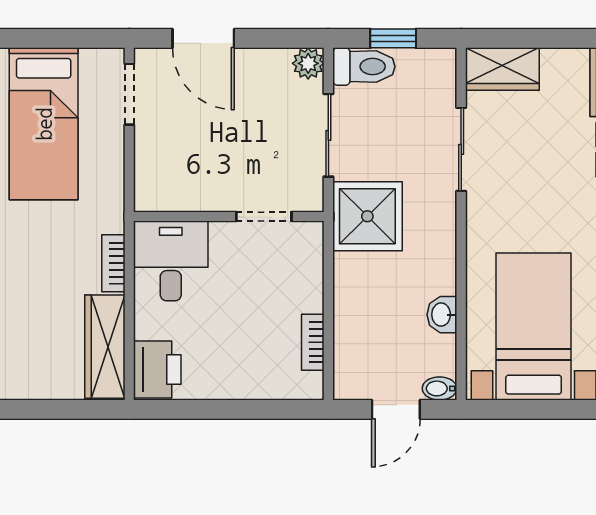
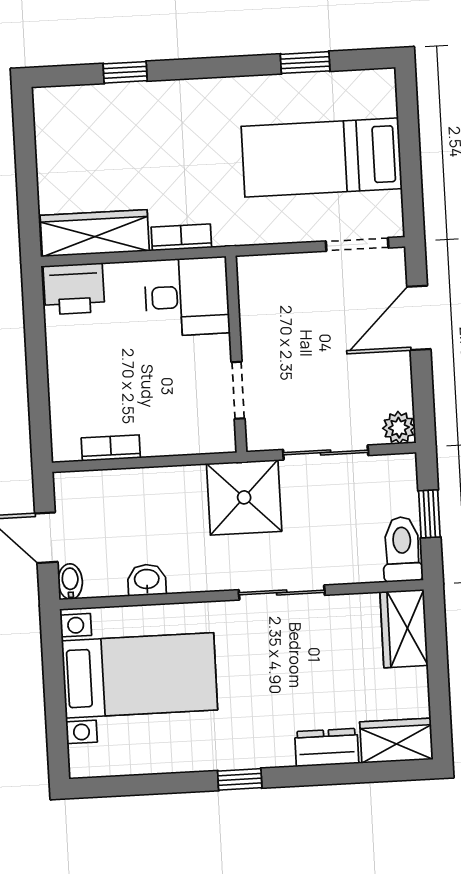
toilet: (364, 67) -> (402, 549), moved, turned 180
sliding door: (461, 149) -> (282, 592), moved

